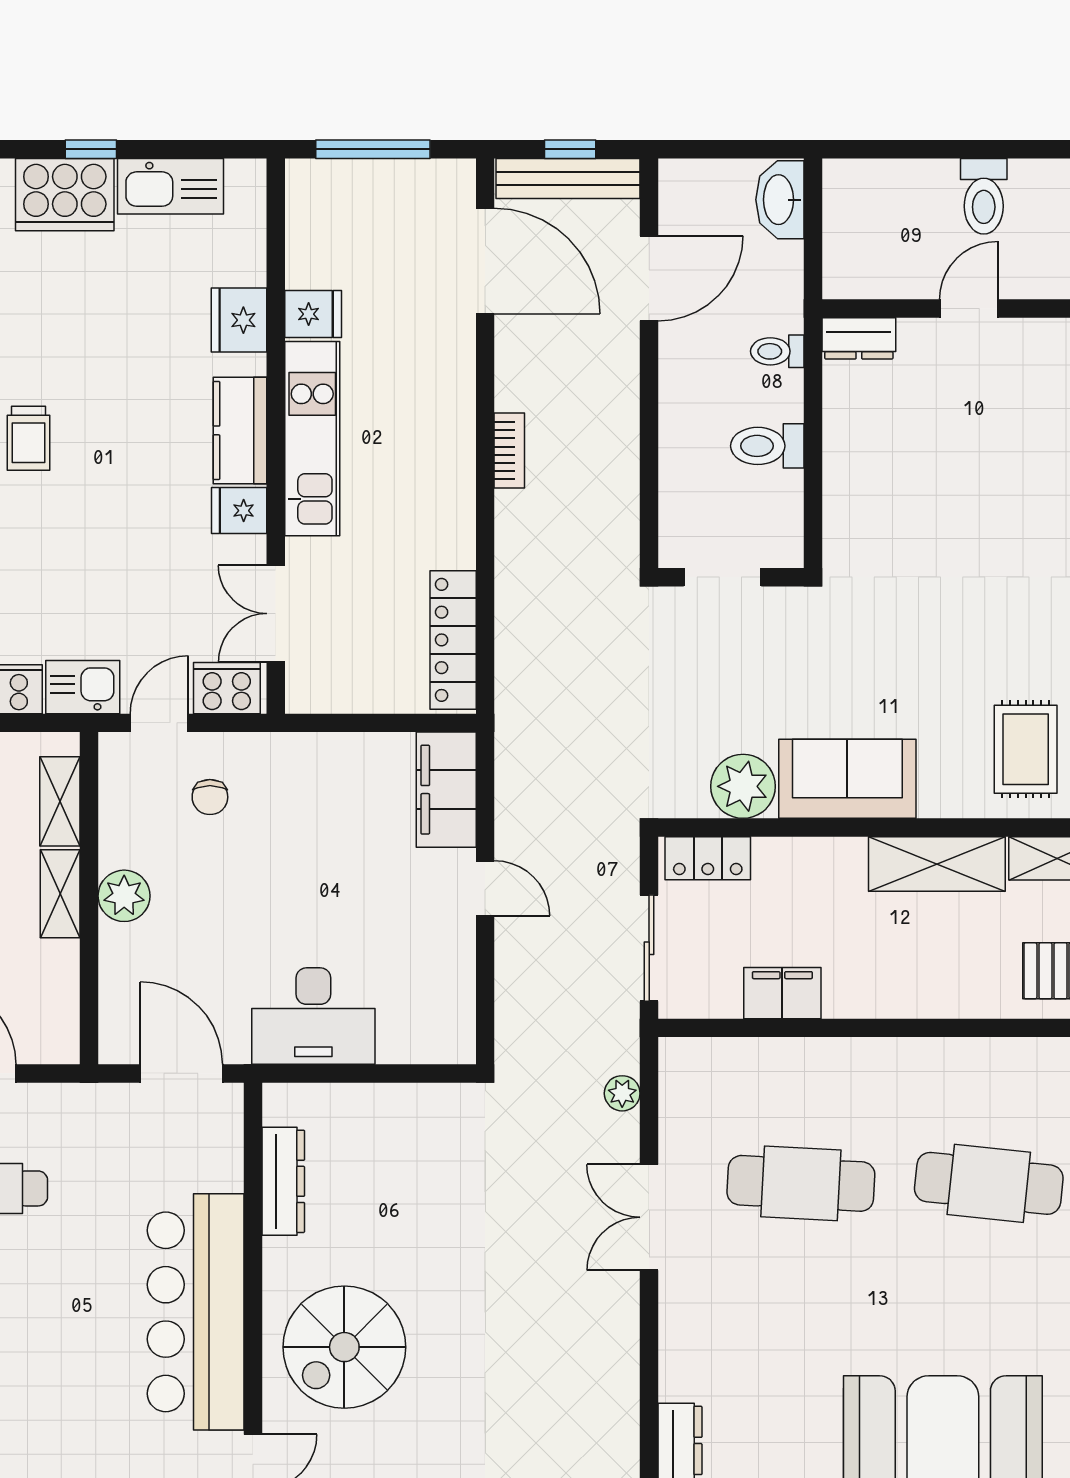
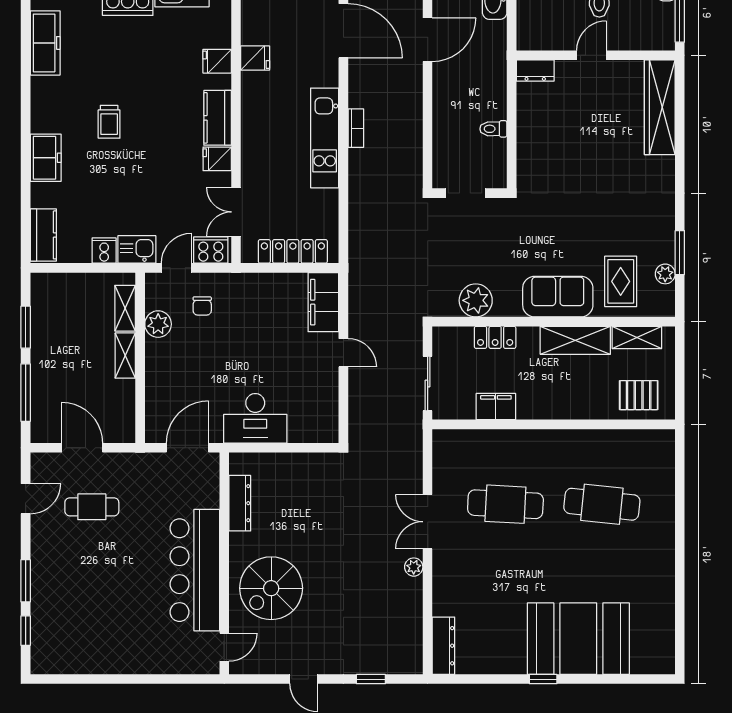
fridge: (239, 320) -> (217, 61), width x0.72
toilet: (777, 351) -> (493, 77), removed
kitchen unit: (312, 439) -> (325, 138), moved, turned 180
toilet: (767, 446) -> (493, 129), width x0.73, depth x0.72
locker: (453, 640) -> (293, 251), moved, turned 90
sofa: (847, 779) -> (558, 297), moved
locker: (708, 858) -> (495, 337), moved
plant: (124, 896) -> (158, 324), moved
door: (181, 1073) -> (187, 448), hinge flipped
plant: (622, 1093) -> (414, 567), moved

